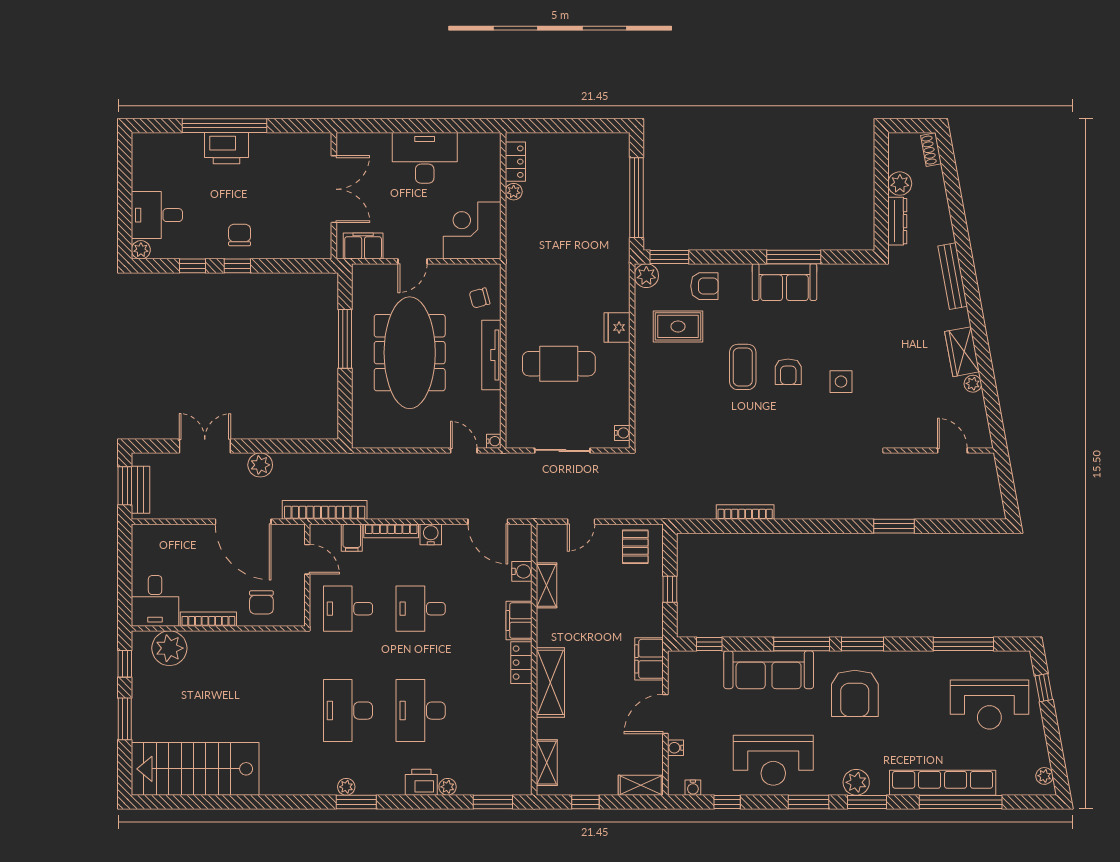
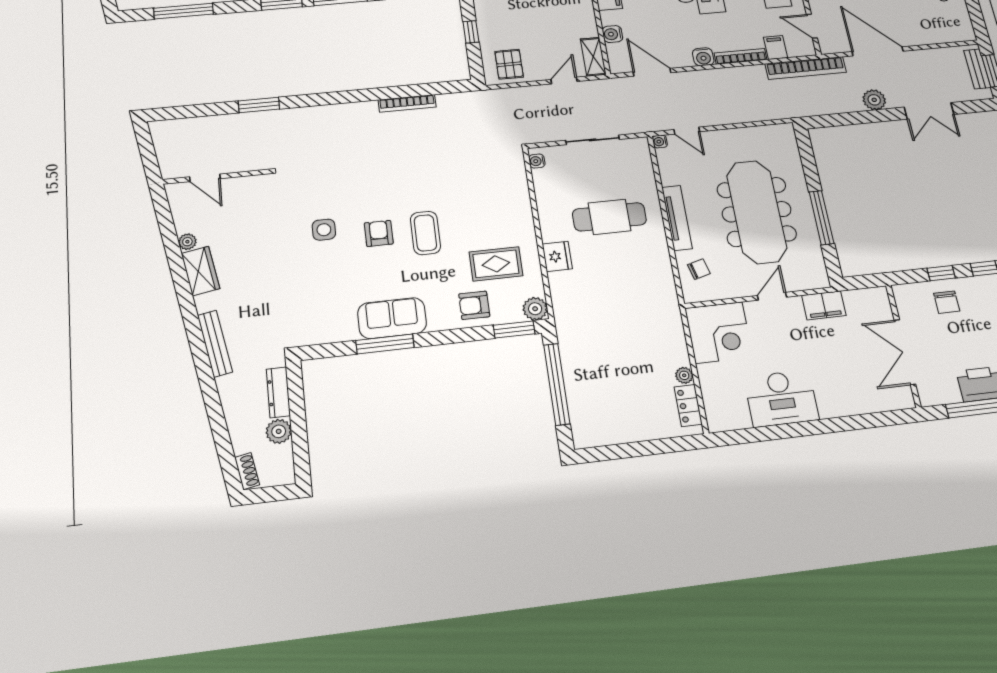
double door: (334, 189) -> (905, 352), moved
wall: (334, 196) -> (903, 346), moved
shelving: (547, 585) -> (593, 57), moved

